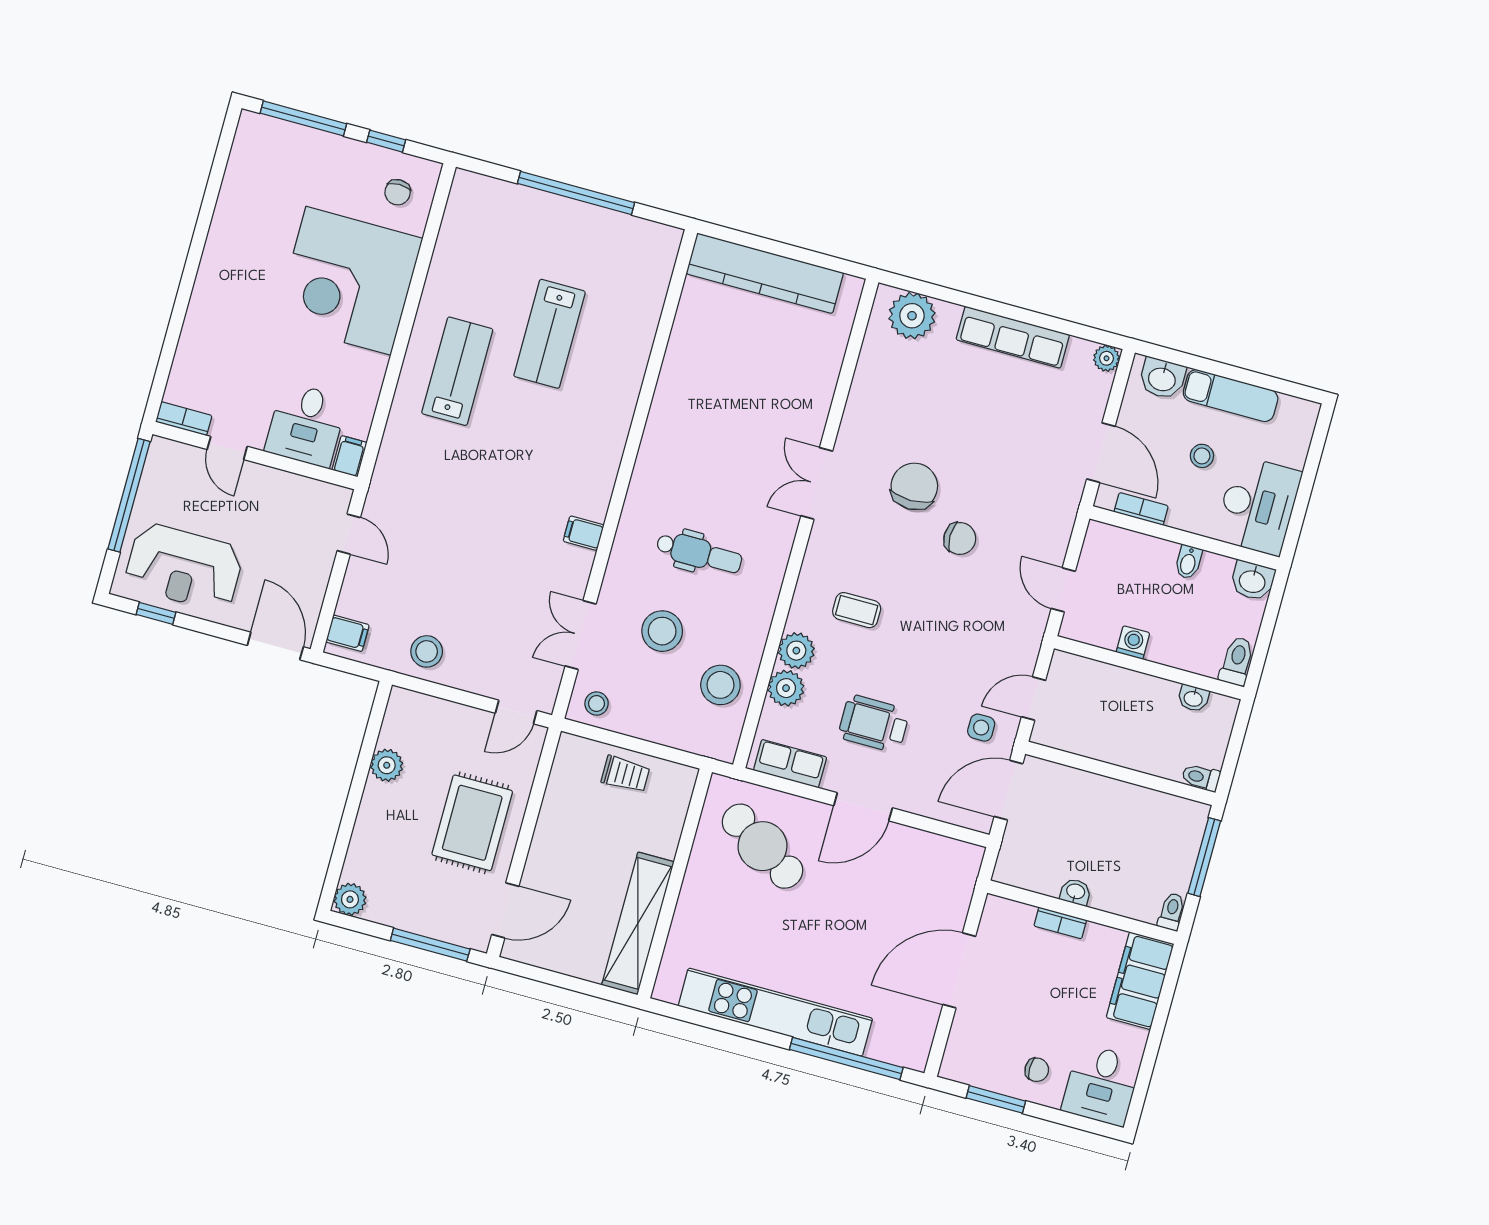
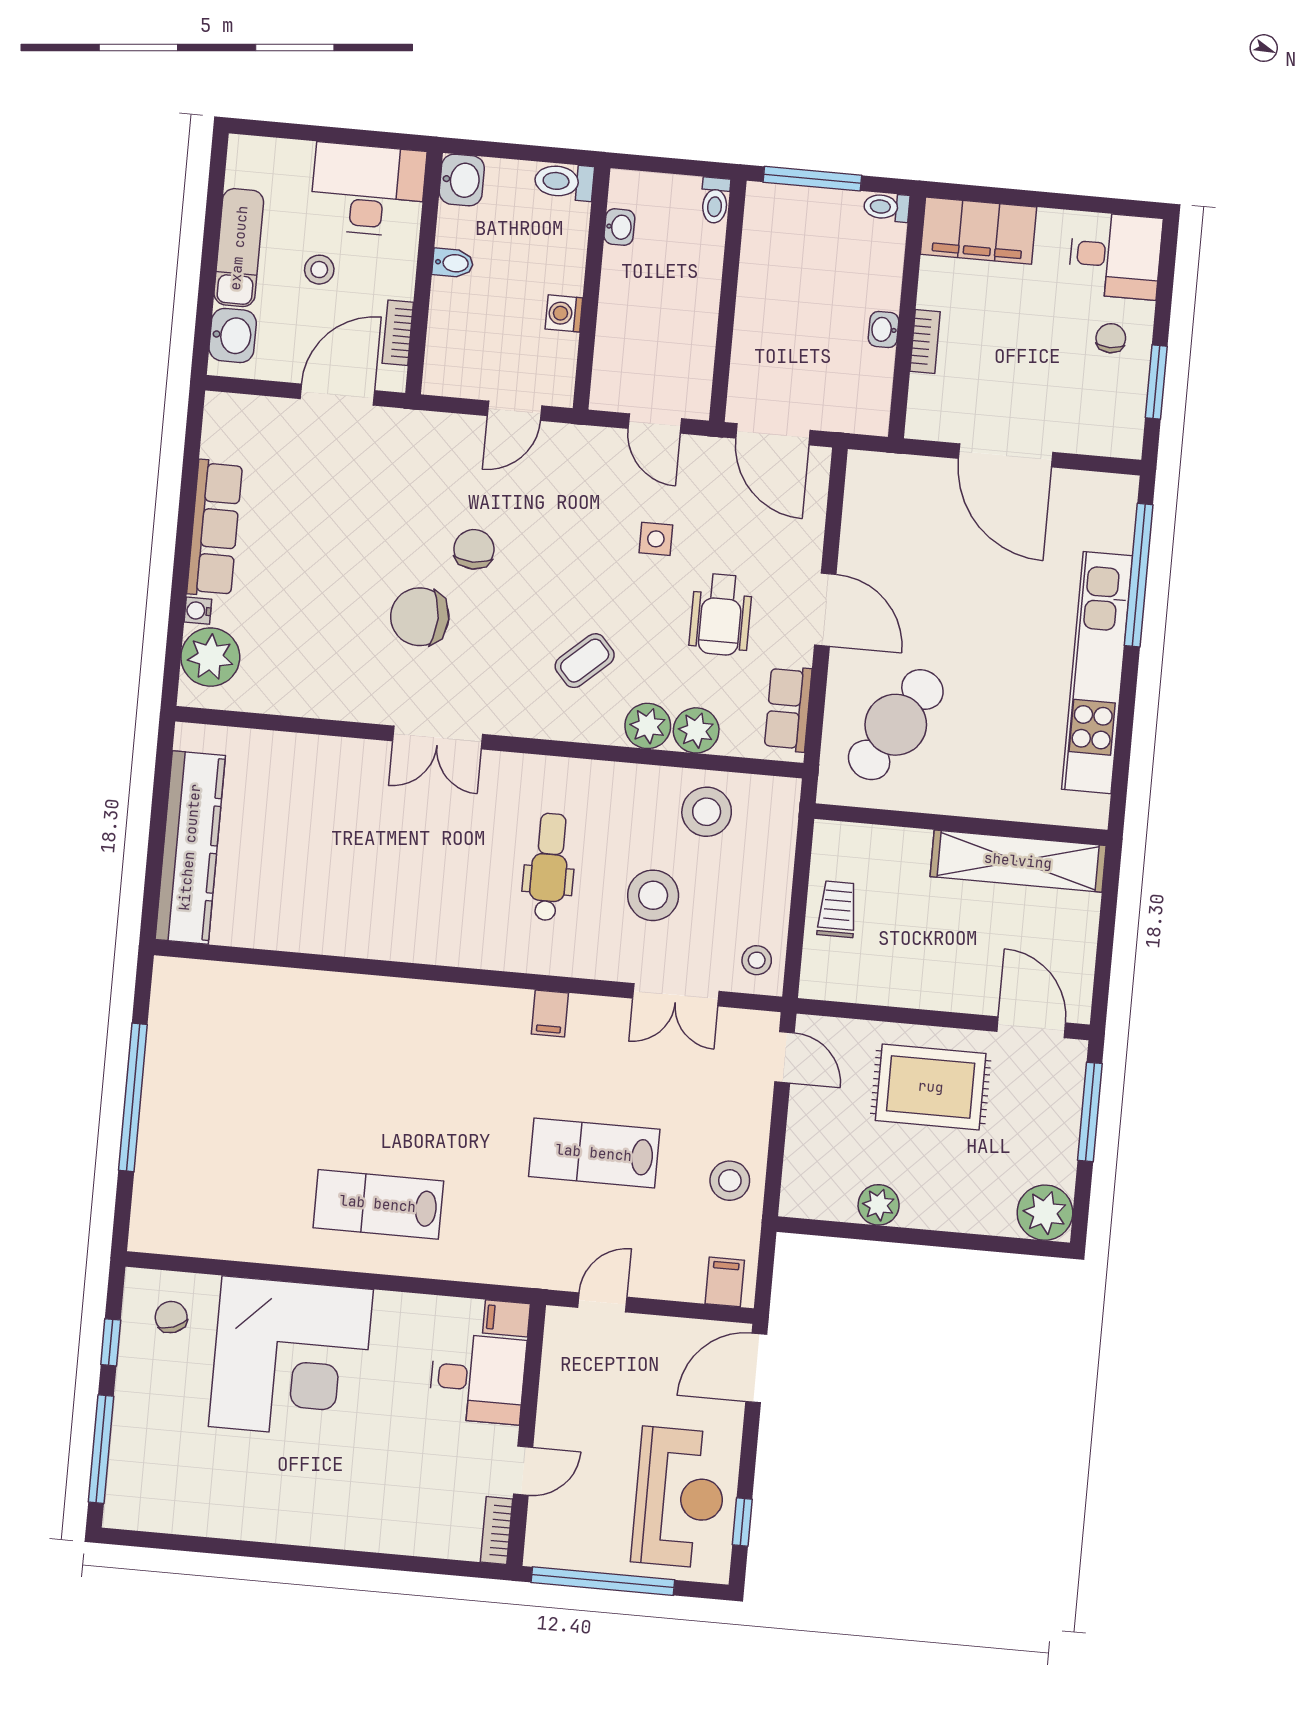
chair: (398, 192) -> (171, 1317), turned -110
water cooler: (950, 312) -> (198, 611), added
lab bench: (550, 334) -> (594, 1153), moved, turned 180
plant: (1106, 358) -> (220, 408), removed
coffee table: (857, 610) -> (585, 661), turned 48
side table: (981, 728) -> (656, 539), moved
plant: (350, 899) -> (1045, 1213), width x1.36, depth x1.36

